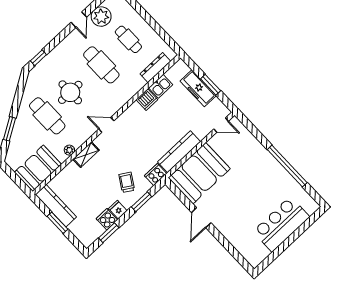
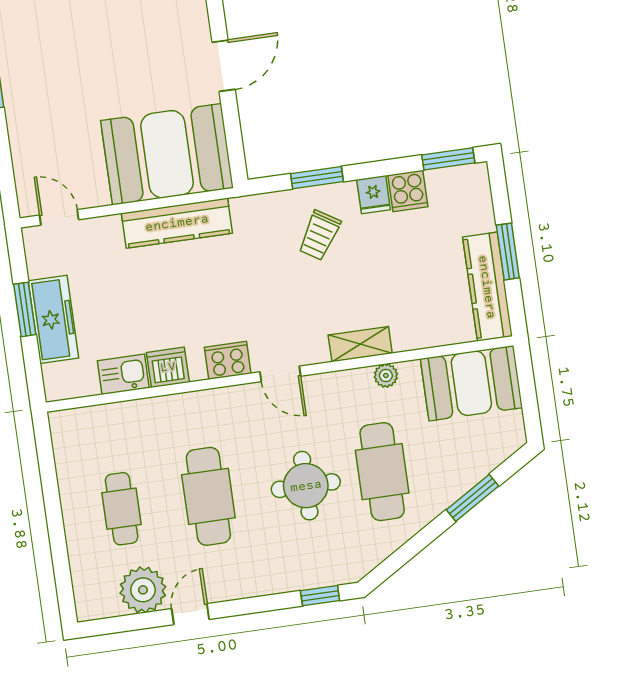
dresser: (155, 68) -> (108, 418), removed
cooker: (156, 175) -> (228, 360), moved, turned 180
window: (109, 233) -> (448, 159), moved

